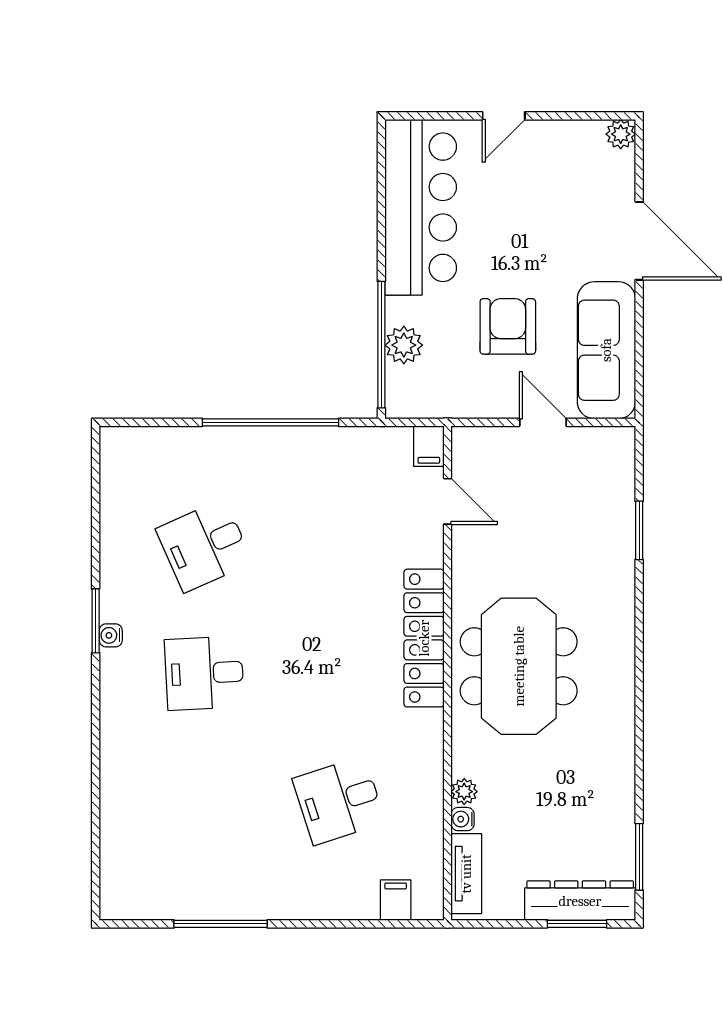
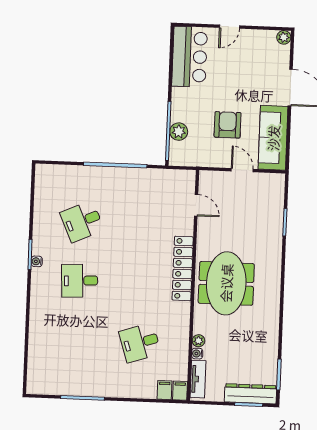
bar counter: (421, 207) -> (190, 57), width x0.73
filing cabinet: (429, 446) -> (180, 391), moved, turned 180

